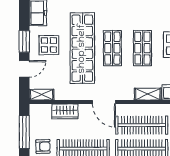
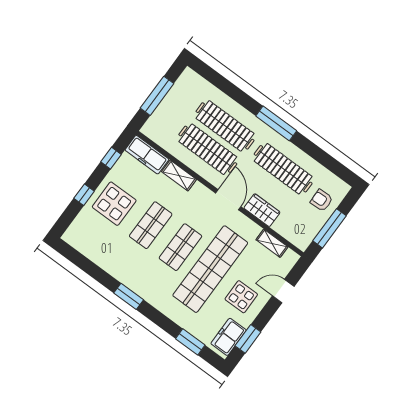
window: (24, 41) -> (248, 339), moved
shelving: (42, 95) -> (272, 243), moved
wardrobe: (65, 111) -> (262, 210), moved

